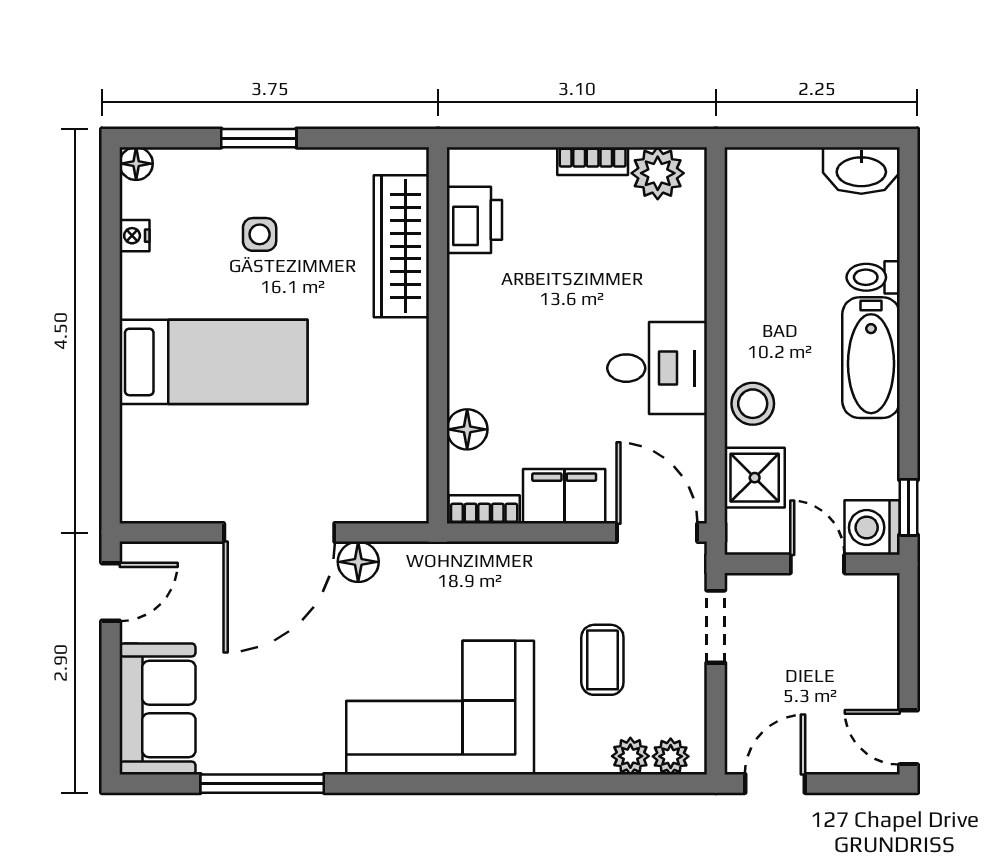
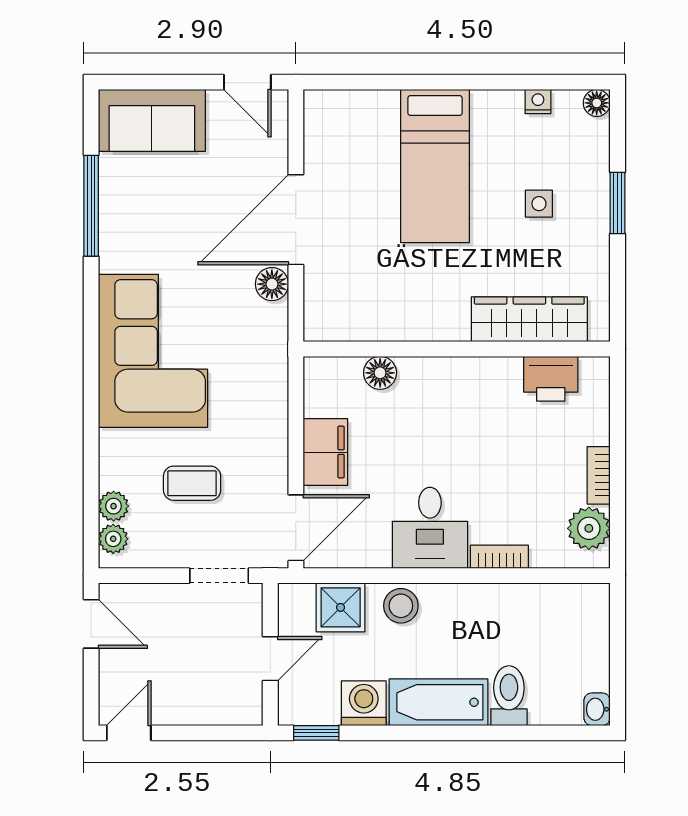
washbasin: (861, 170) -> (597, 709), width x0.52, depth x0.69
toilet: (873, 277) -> (509, 696), width x1.37, depth x1.39
bookcase: (484, 509) -> (499, 557), moved, turned -90
washing machine: (872, 528) -> (364, 703), moved
door: (279, 533) -> (296, 220), hinge flipped

